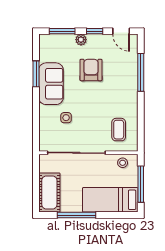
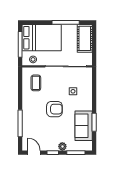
armchair: (91, 70) -> (54, 109), moved, turned -90
sofa: (51, 84) -> (84, 126), moved
bed: (110, 200) -> (42, 38), width x1.50

